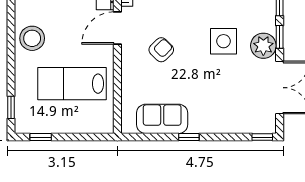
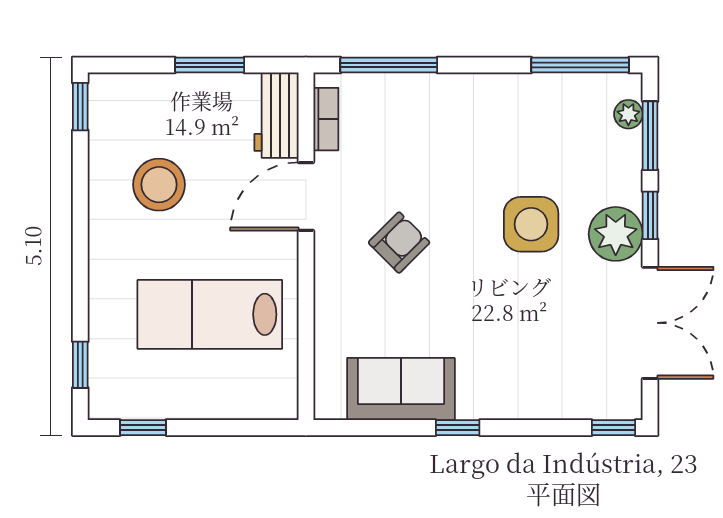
stool: (32, 38) -> (159, 185), moved

